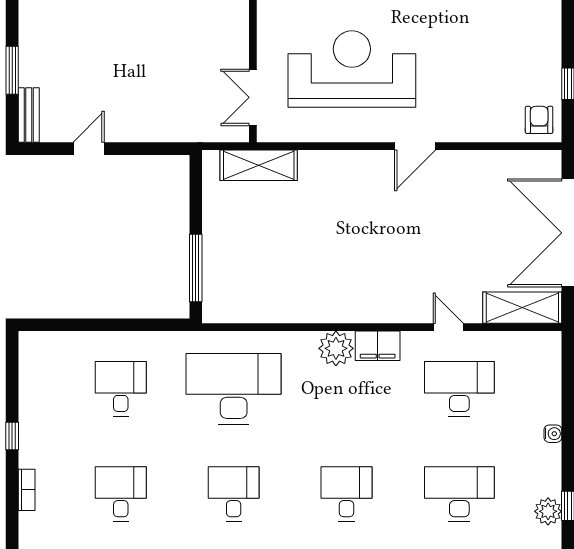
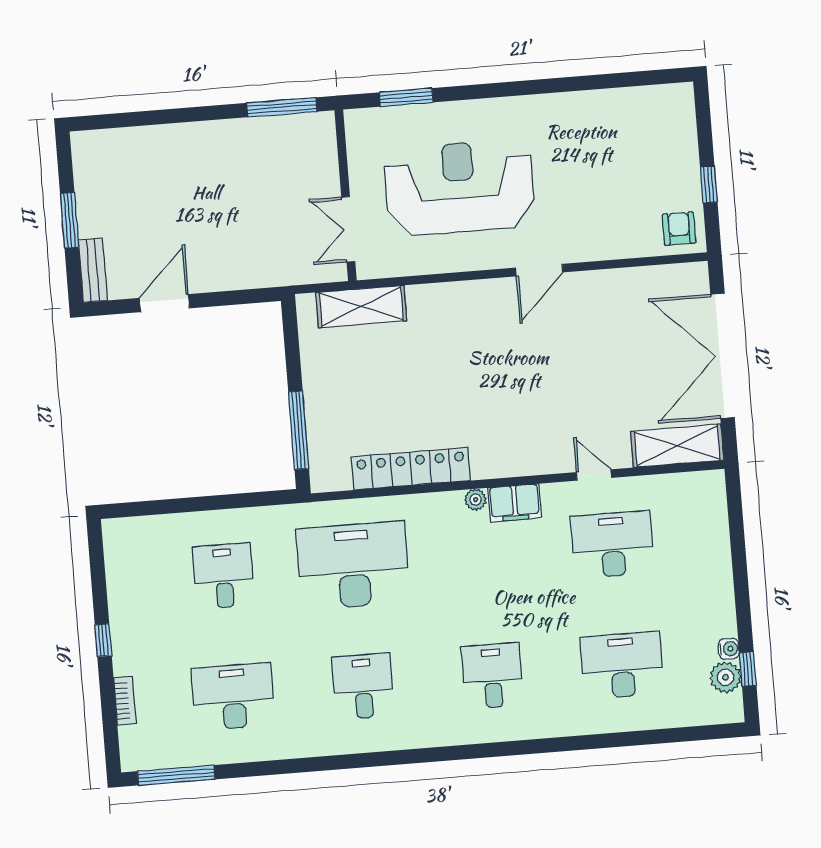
door: (89, 149) -> (164, 303), width x1.38
locker: (290, 309) -> (411, 469), added
plant: (336, 348) -> (476, 500), width x0.53, depth x0.53
water cooler: (553, 434) -> (729, 649), moved
desk: (121, 494) -> (233, 697), width x1.37

